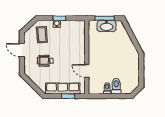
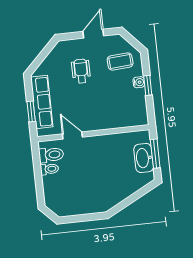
door: (87, 71) -> (72, 135), hinge flipped
toilet: (116, 86) -> (51, 155), moved

